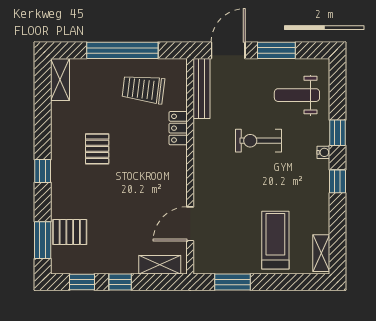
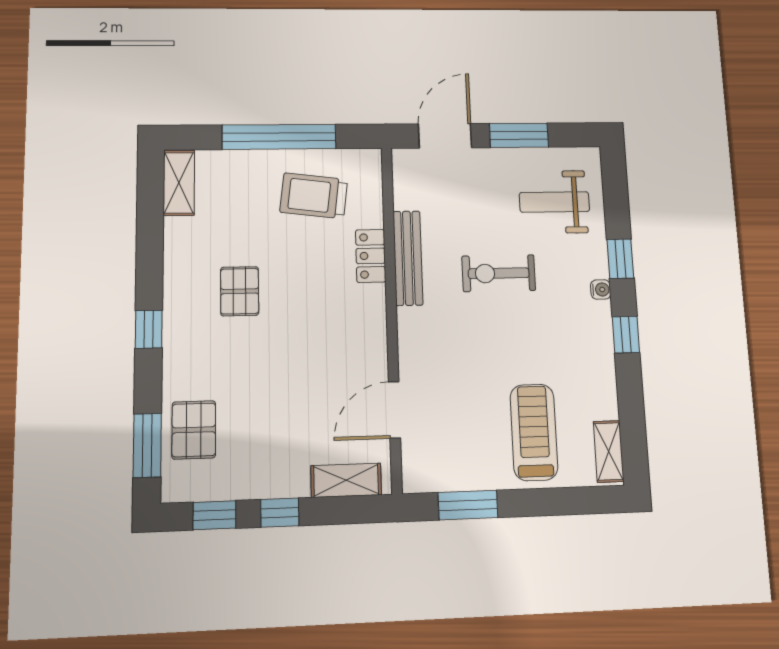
bench: (201, 88) -> (408, 258), moved
pallet: (70, 232) -> (194, 430), turned 90

